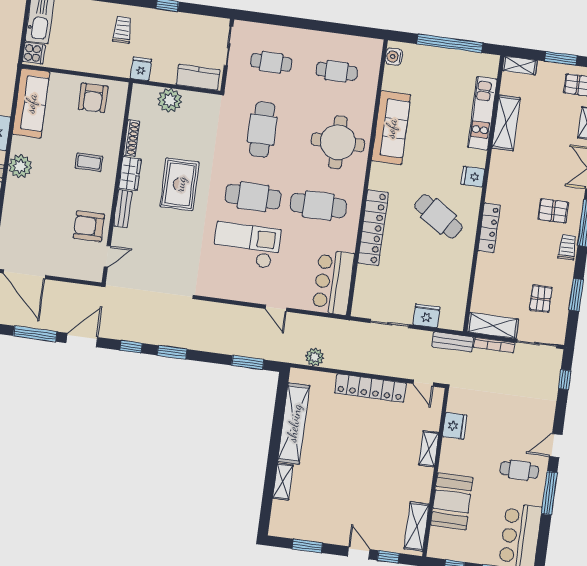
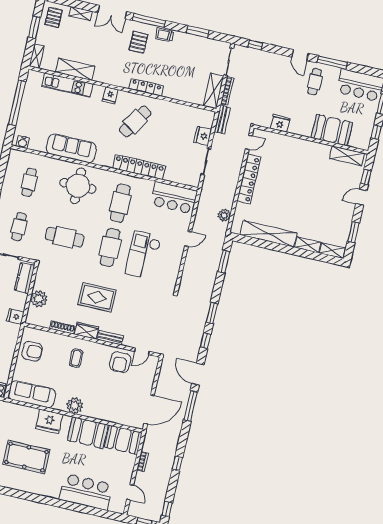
door: (107, 256) -> (142, 351), swing flipped
pallet: (541, 299) -> (198, 56), removed
shelving: (429, 449) -> (332, 251), moved

